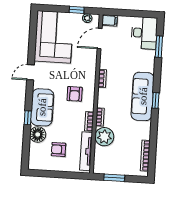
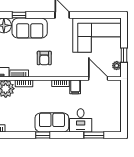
filing cabinet: (110, 20) -> (75, 87), moved
desk: (144, 33) -> (81, 120), moved, width x0.73
armchair: (75, 94) -> (44, 58), turned -90
sofa: (143, 96) -> (52, 122), width x0.73

